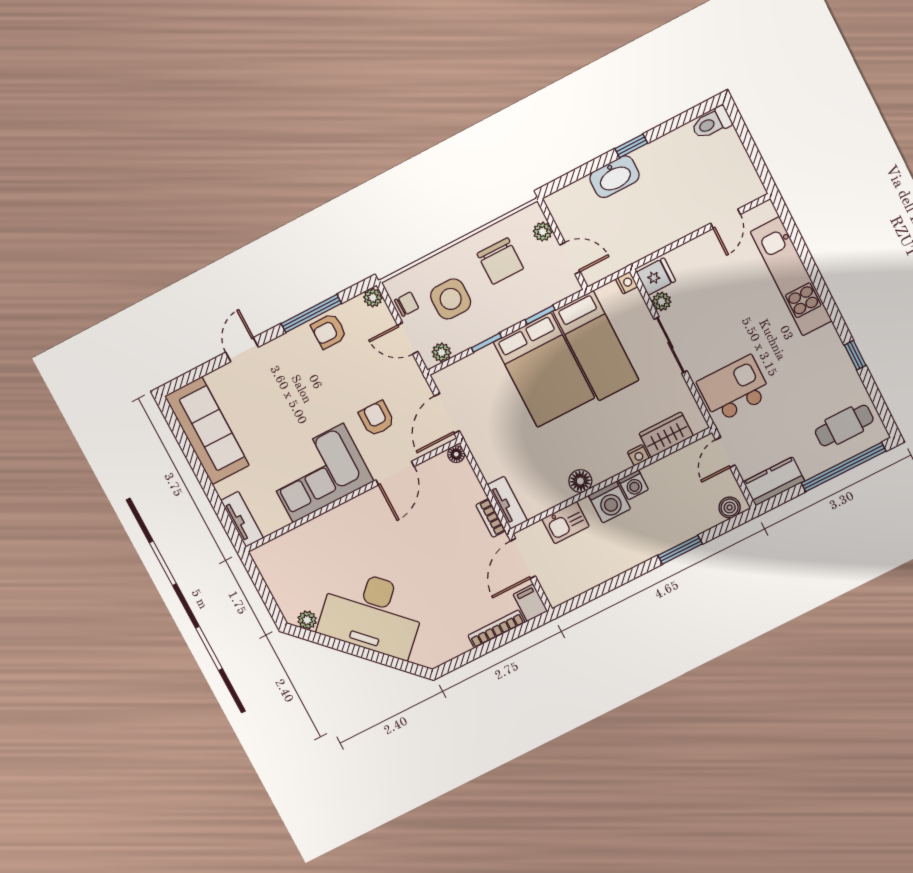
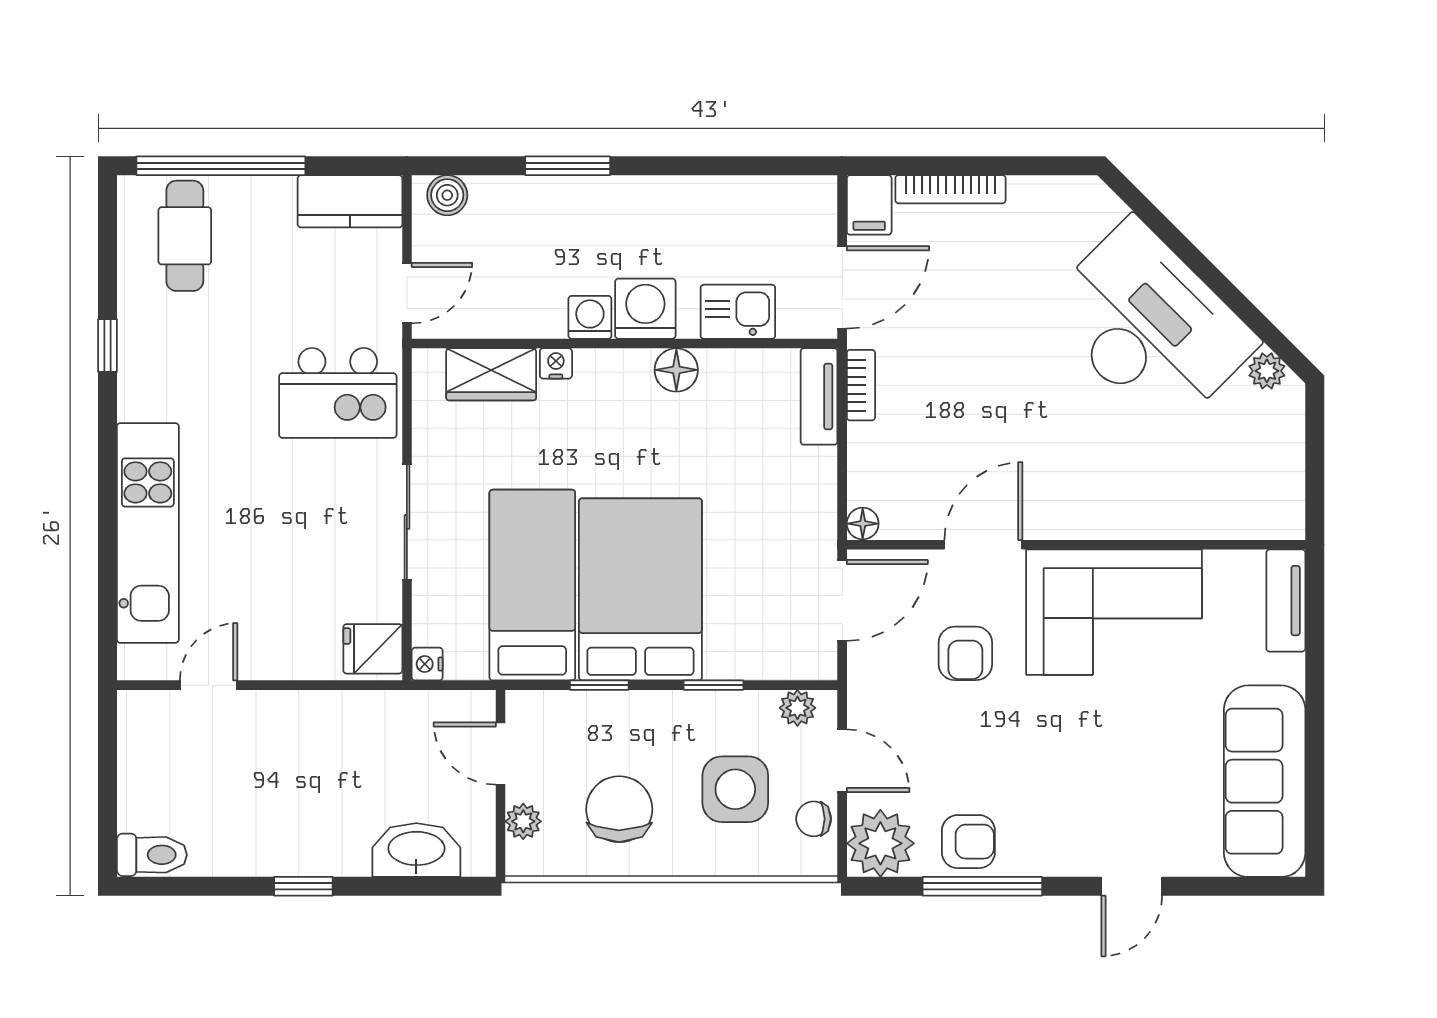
washbasin: (614, 177) -> (416, 850), moved
plant: (373, 298) -> (880, 843), width x1.88, depth x1.88
plant: (662, 301) -> (385, 603), removed
cafe table: (844, 426) -> (185, 236), turned 90

